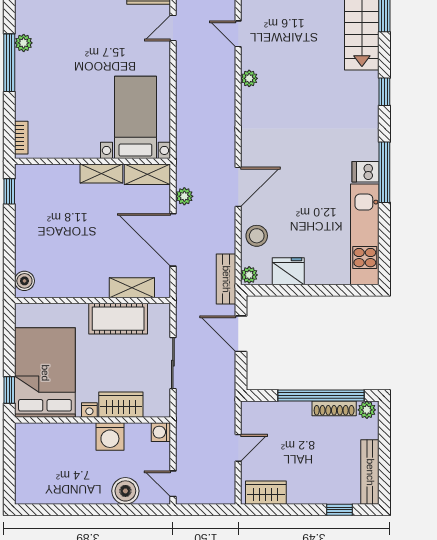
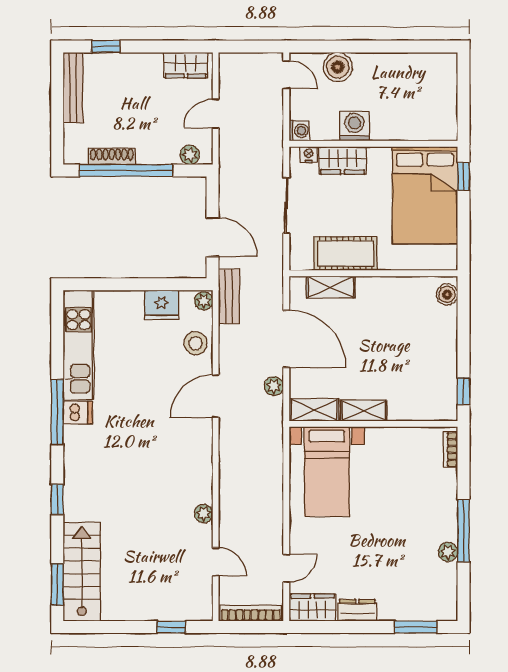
nightstand: (89, 410) -> (308, 155), moved
plant: (367, 410) -> (190, 155), moved

